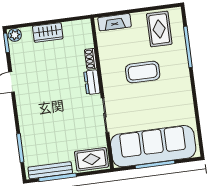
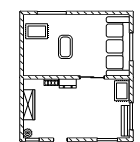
fireplace: (115, 22) -> (28, 62), removed
wardrobe: (48, 32) -> (29, 105), width x1.50

